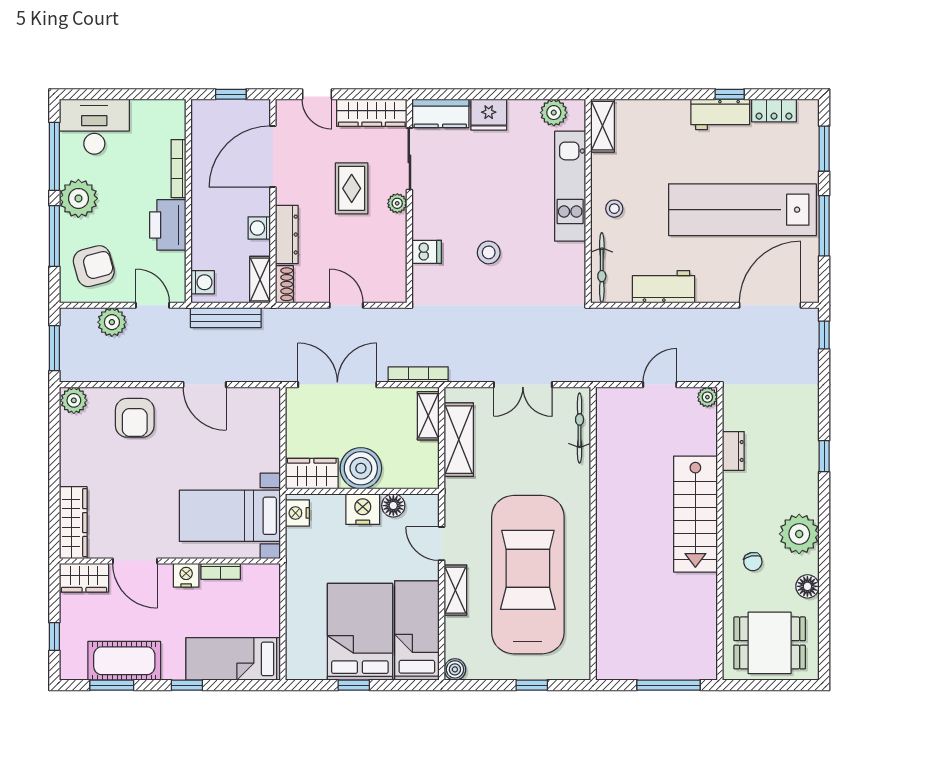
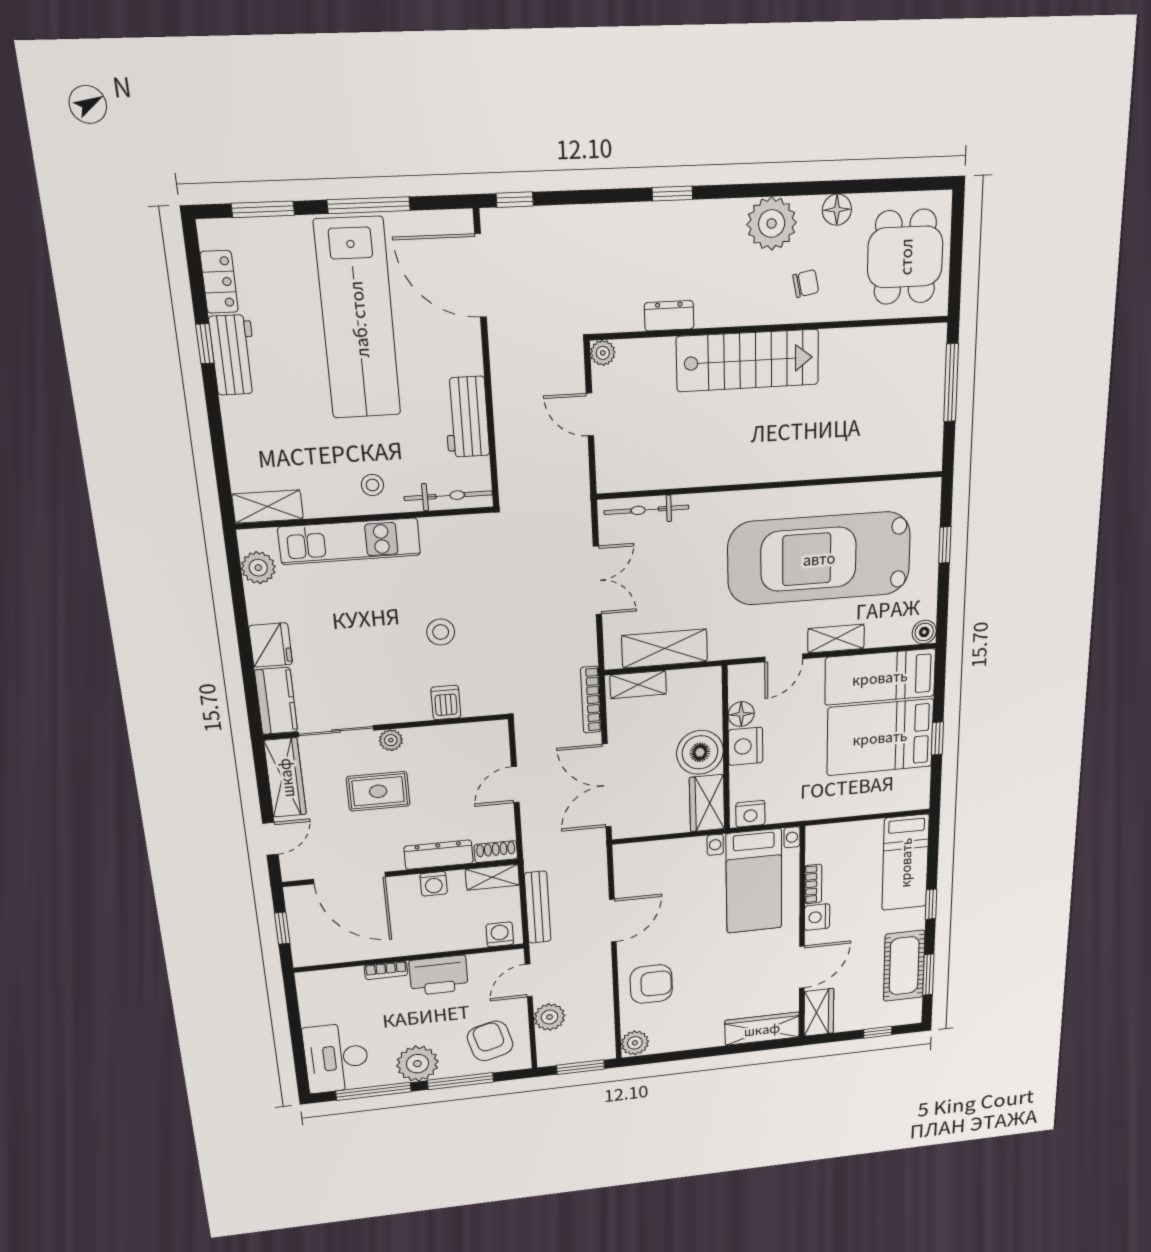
bookcase: (179, 169) -> (386, 970), width x0.64

